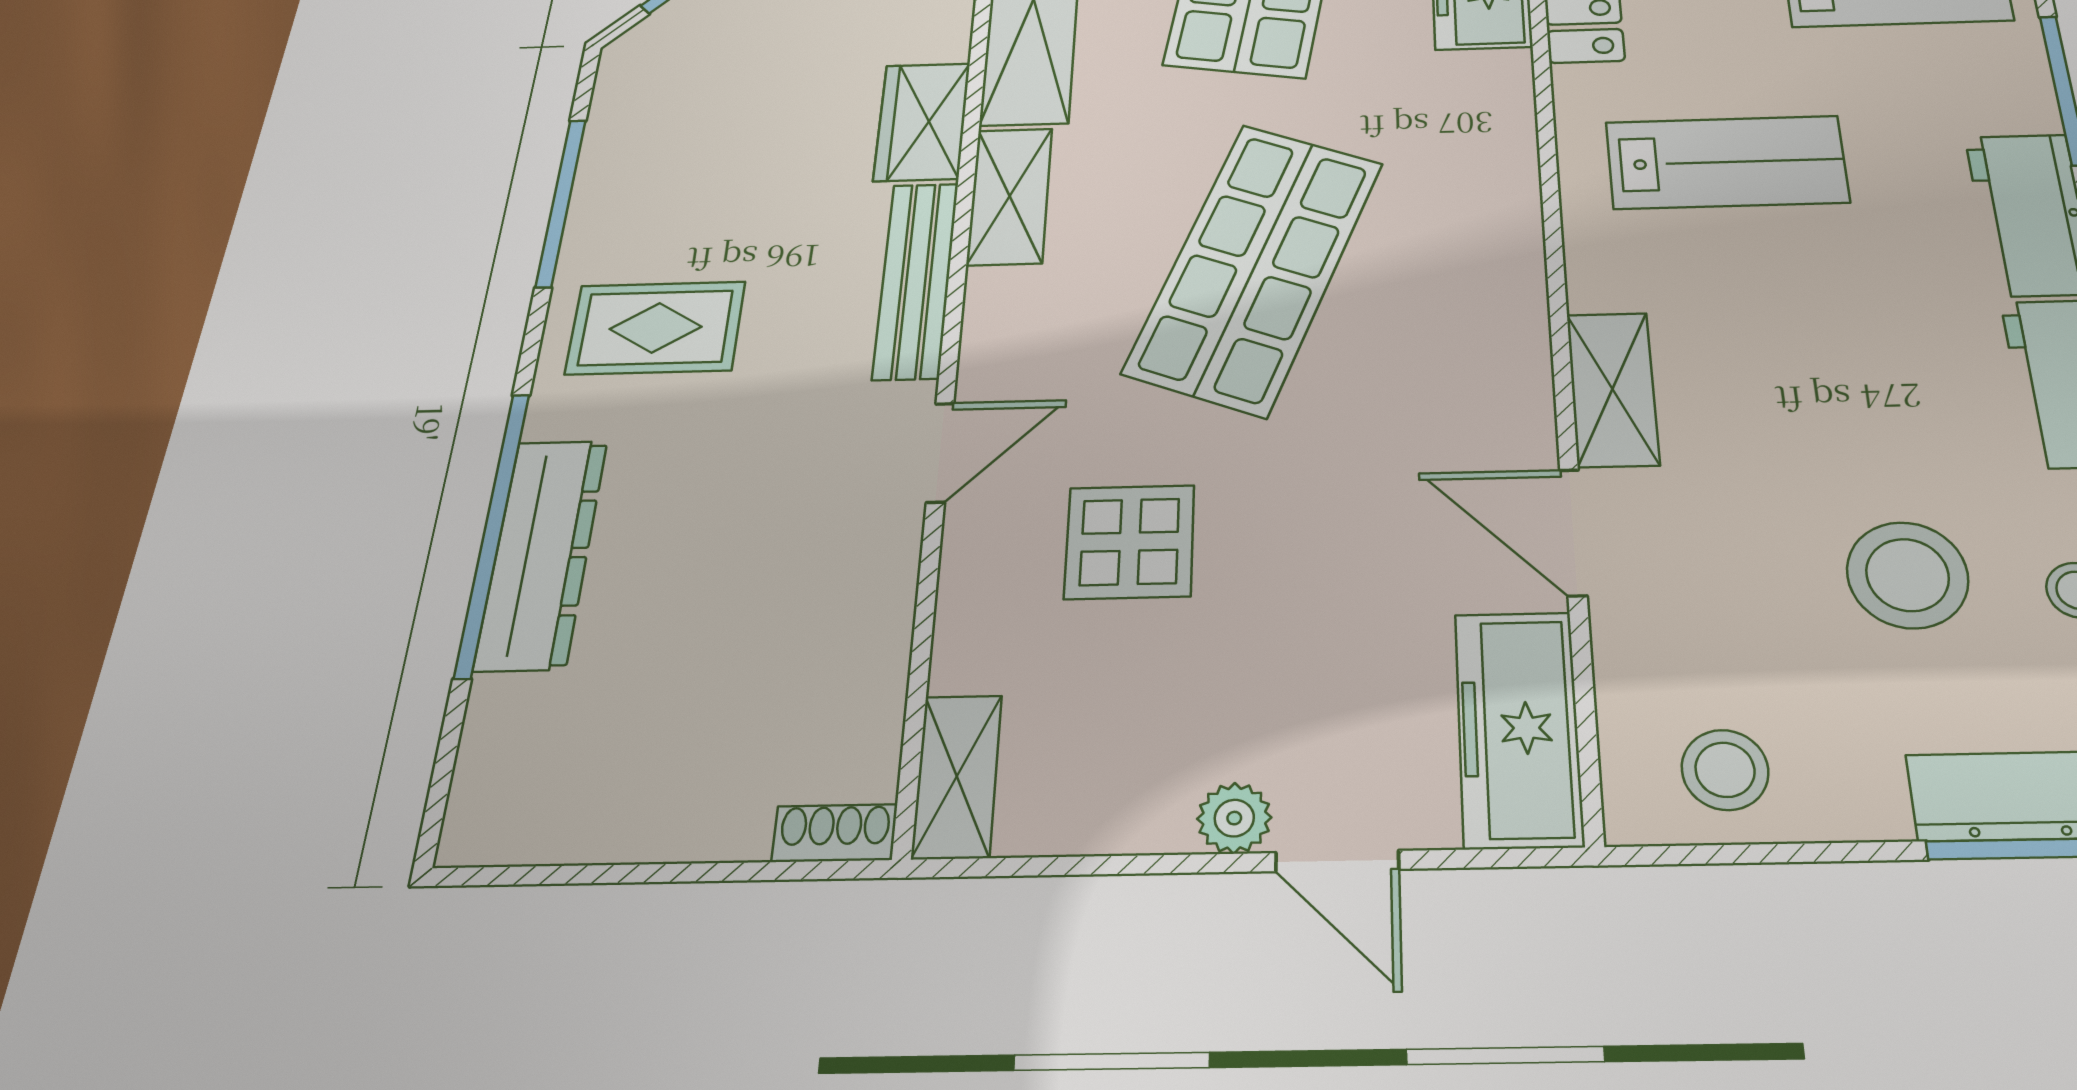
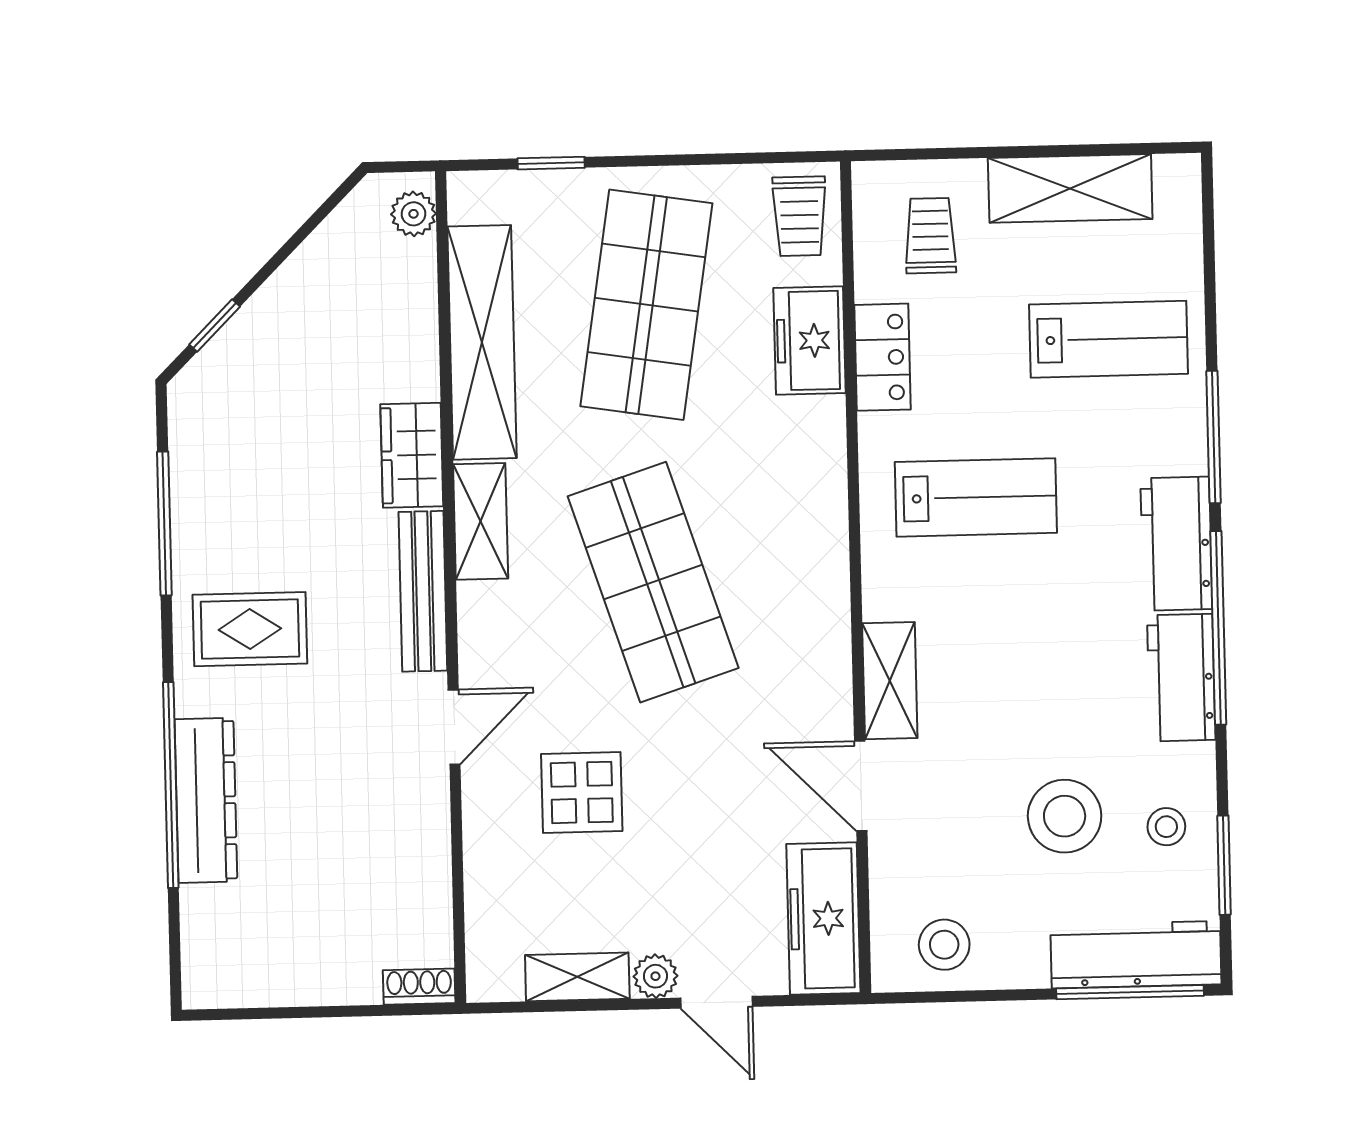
shop shelf: (1255, 267) -> (653, 582), turned -39
shelving: (957, 776) -> (577, 977), moved, turned 90

